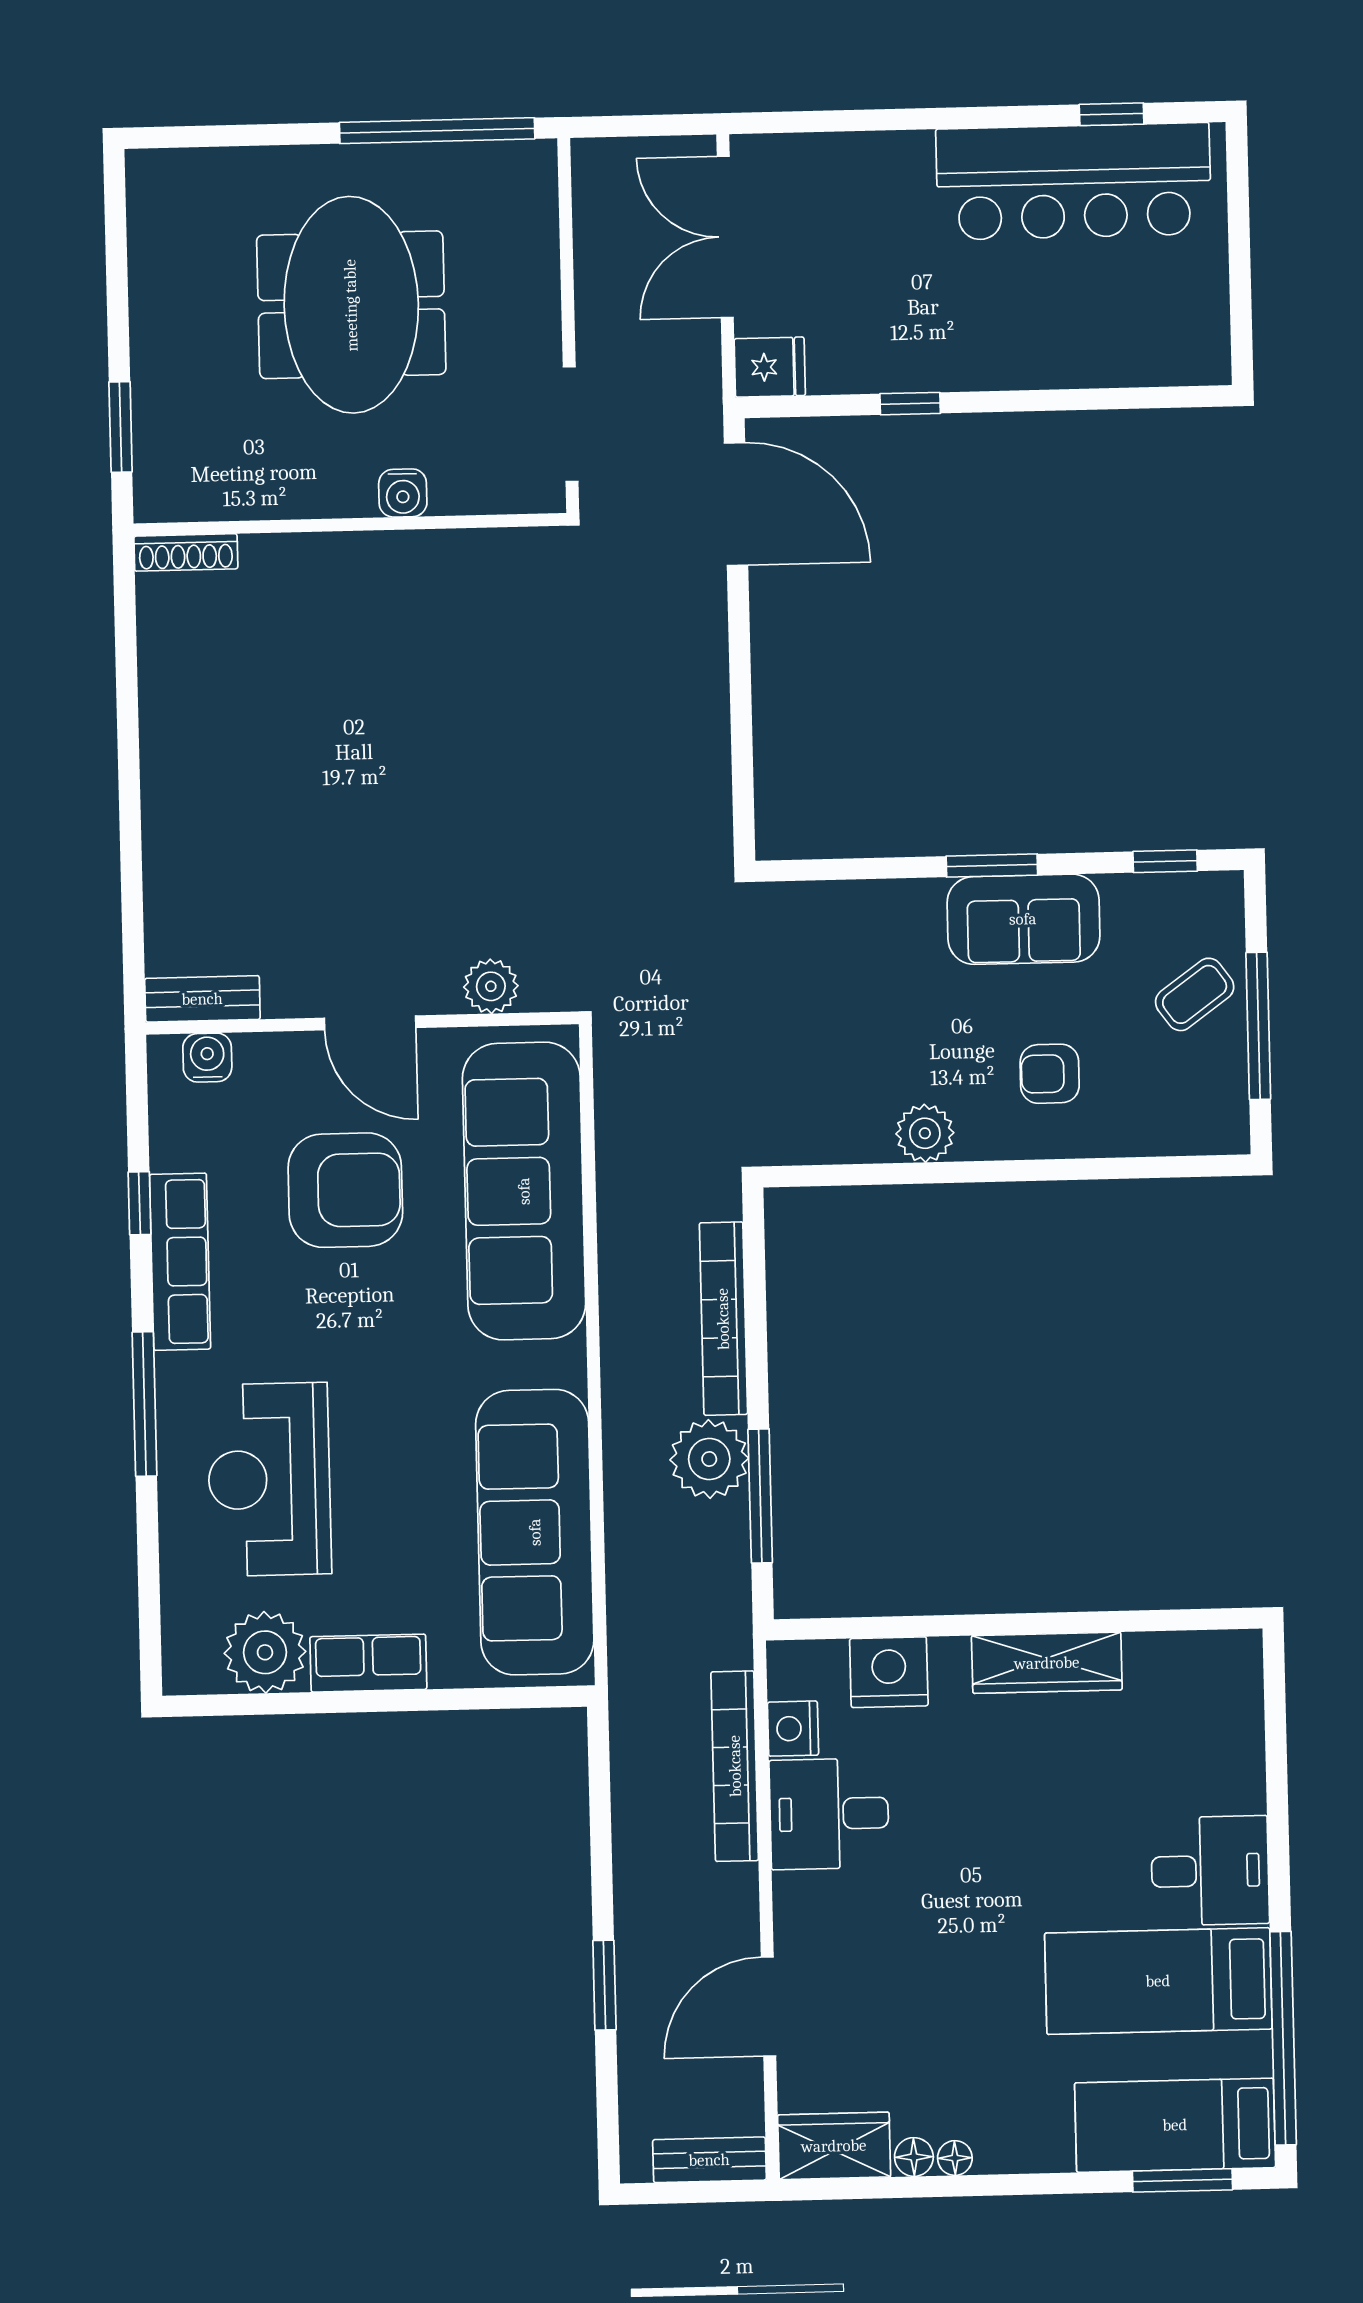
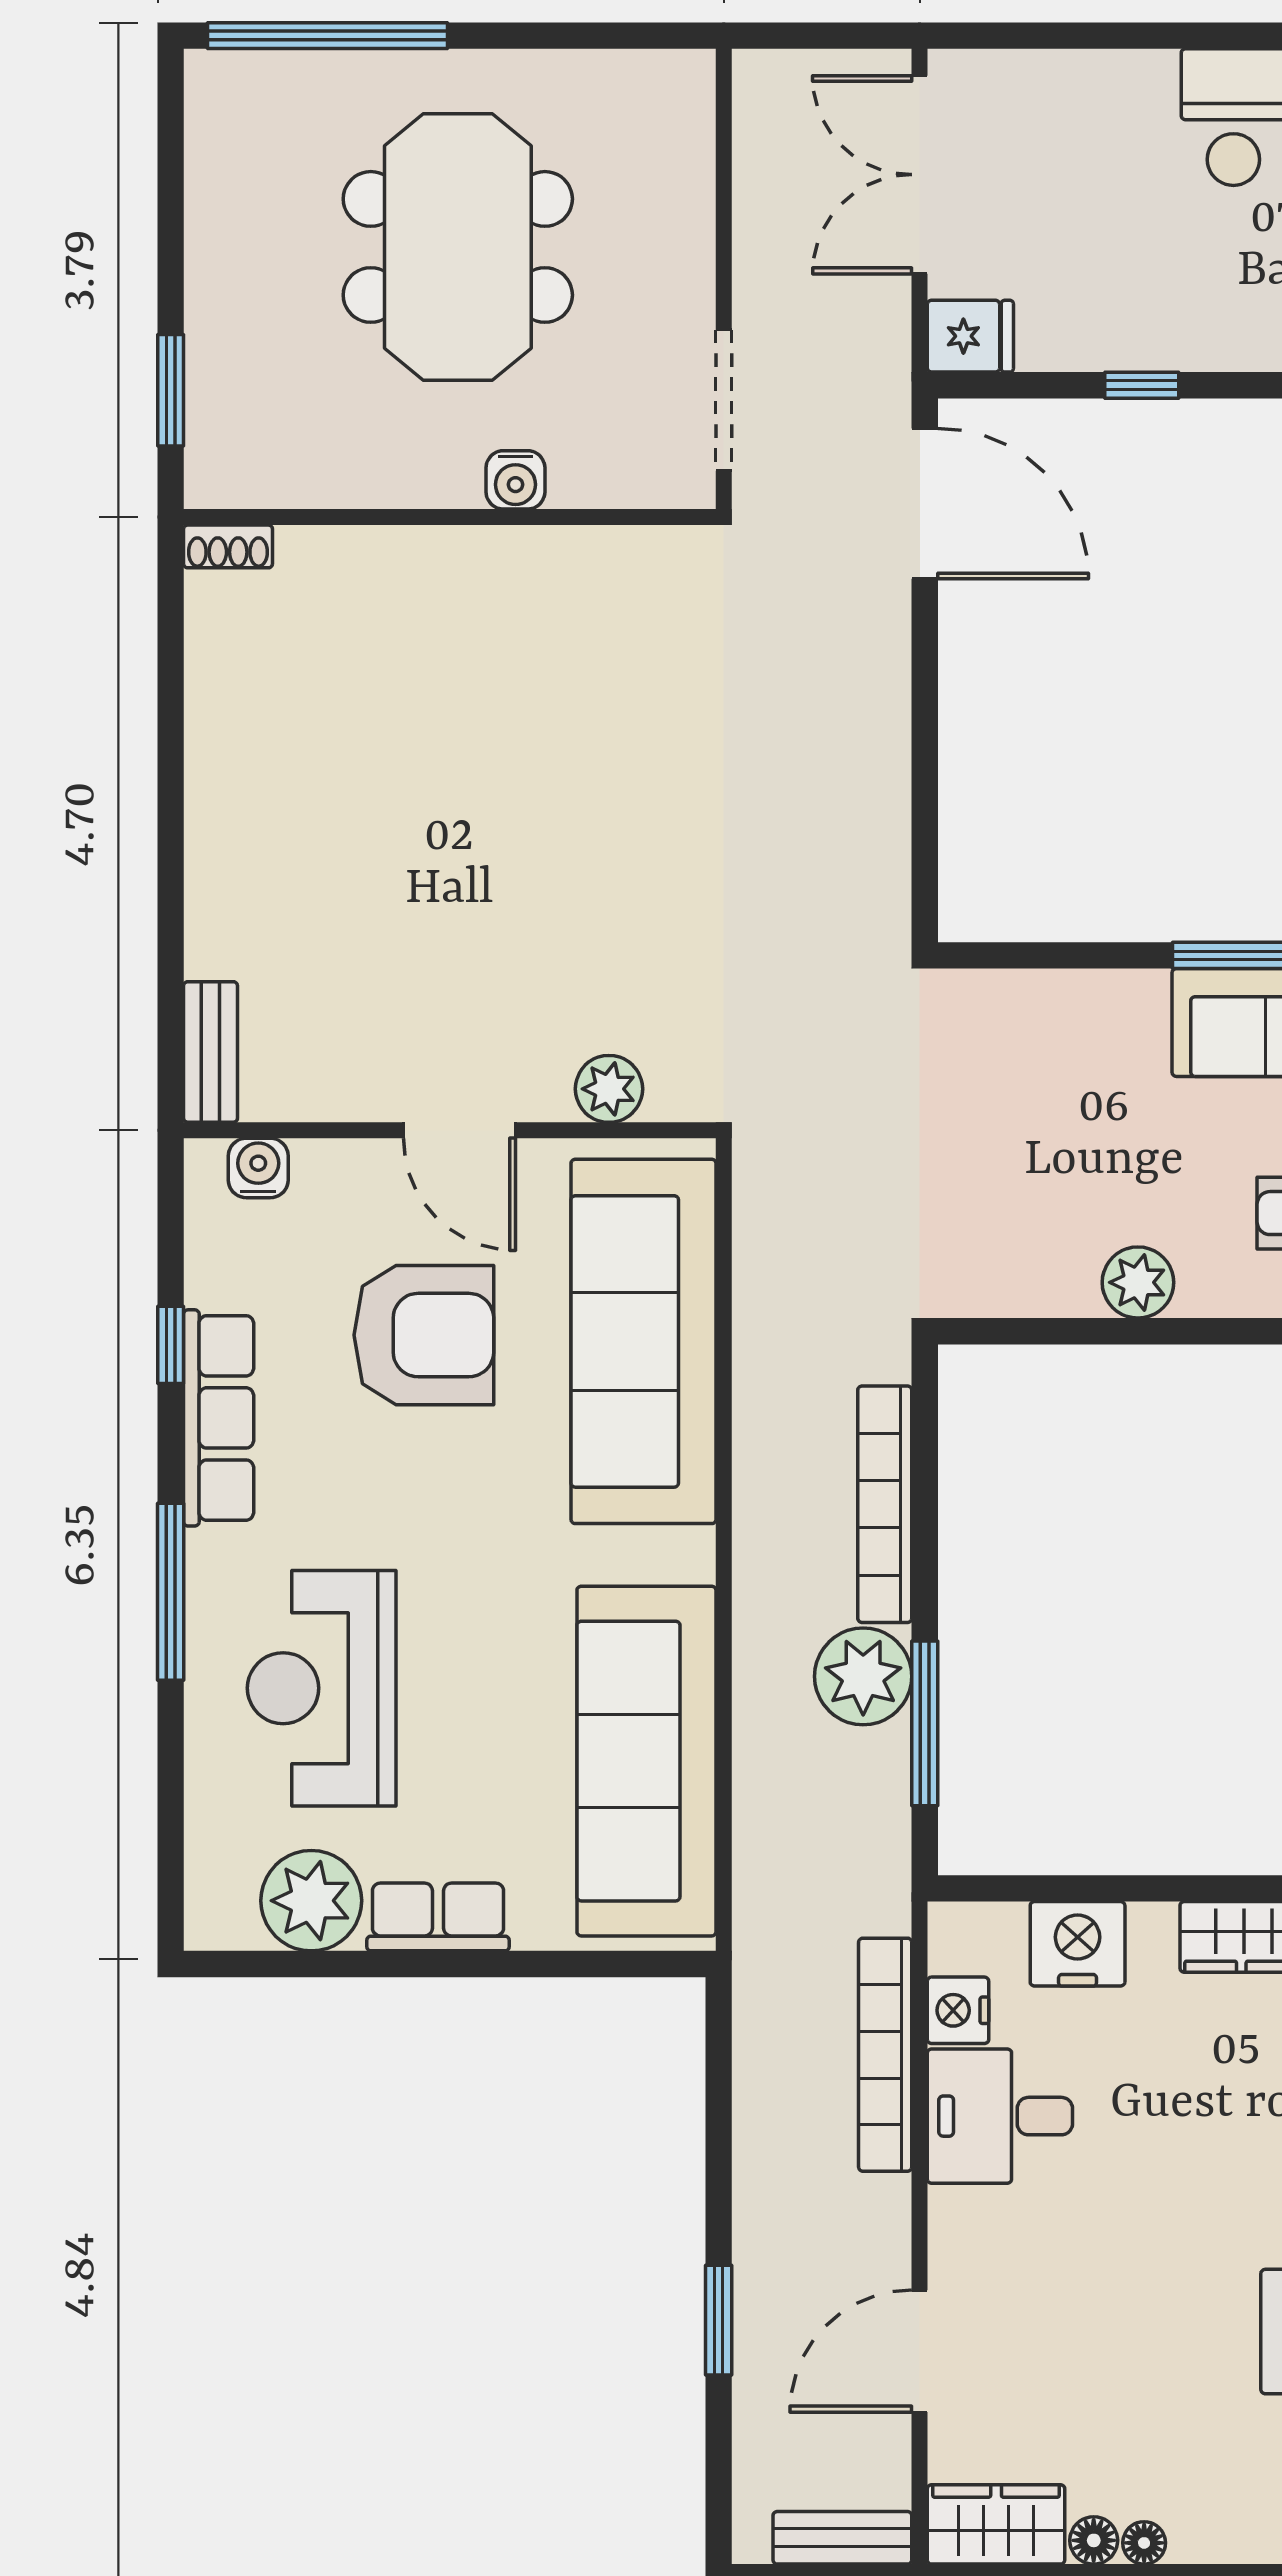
window: (437, 131) -> (327, 36), moved
shoe rack: (186, 552) -> (228, 546), width x0.70
bench: (202, 999) -> (211, 1052), moved, turned 90

